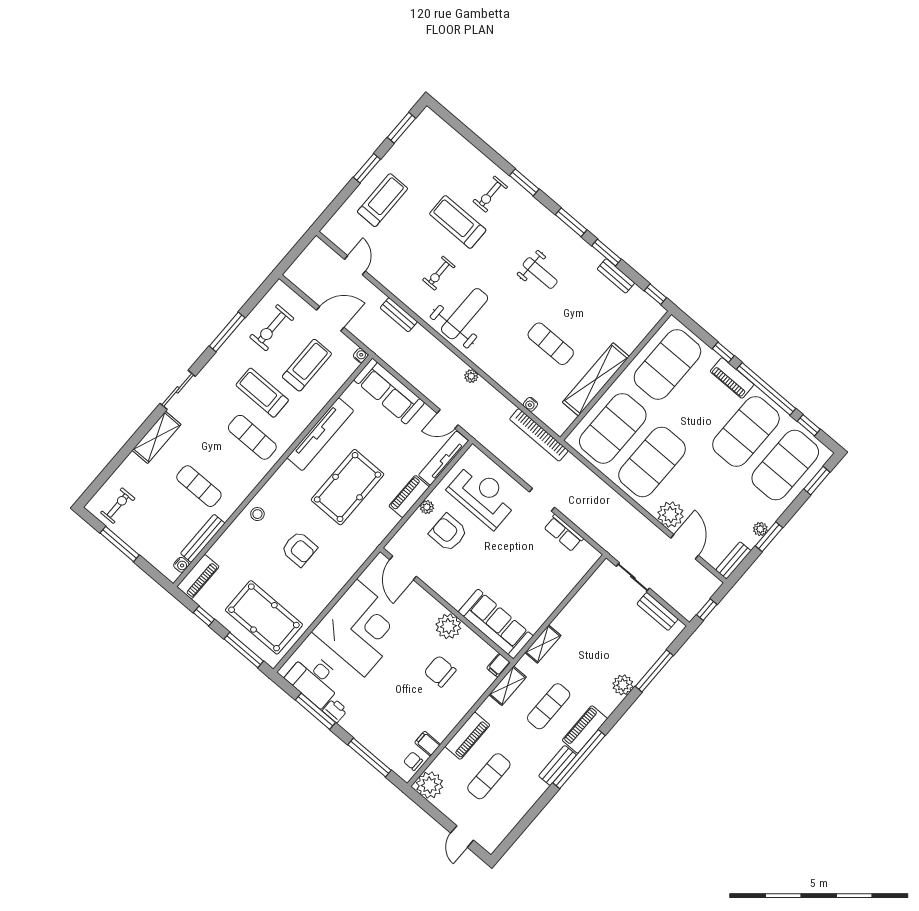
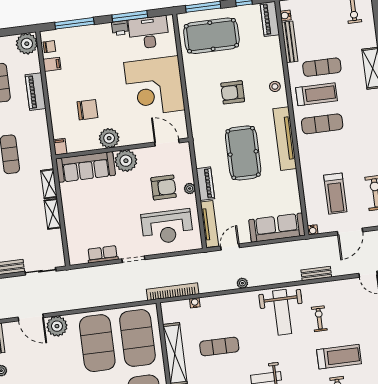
treadmill: (262, 393) -> (316, 94), moved
tv unit: (320, 434) -> (285, 139), moved
plant: (455, 591) -> (126, 161), added
shelving: (508, 686) -> (53, 214), moved

